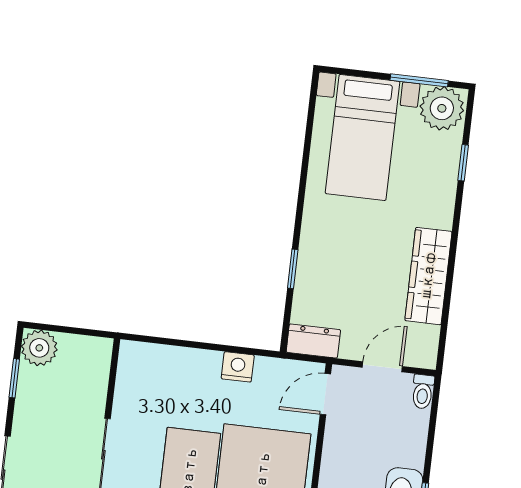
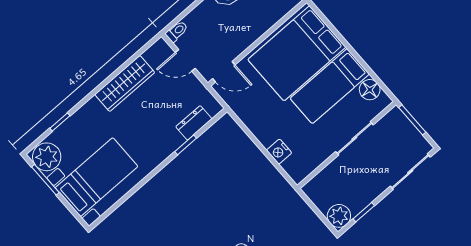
dresser: (313, 341) -> (194, 123), moved, turned 90
nightstand: (238, 367) -> (279, 152), moved

